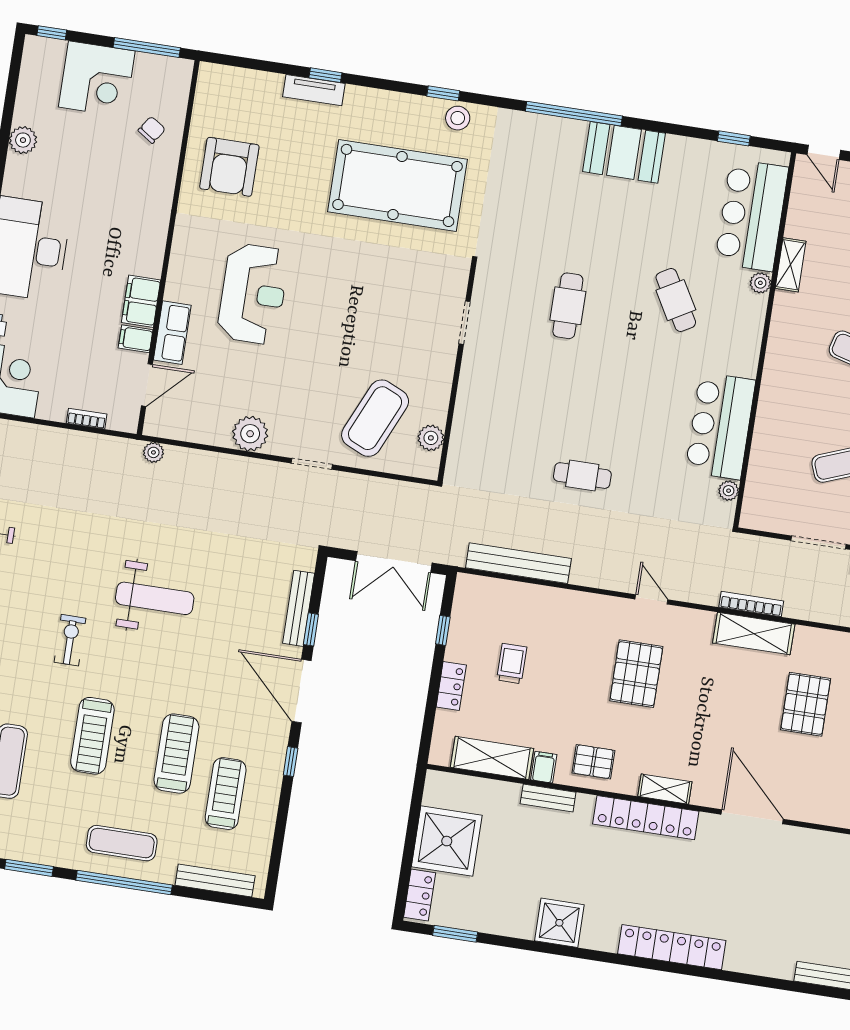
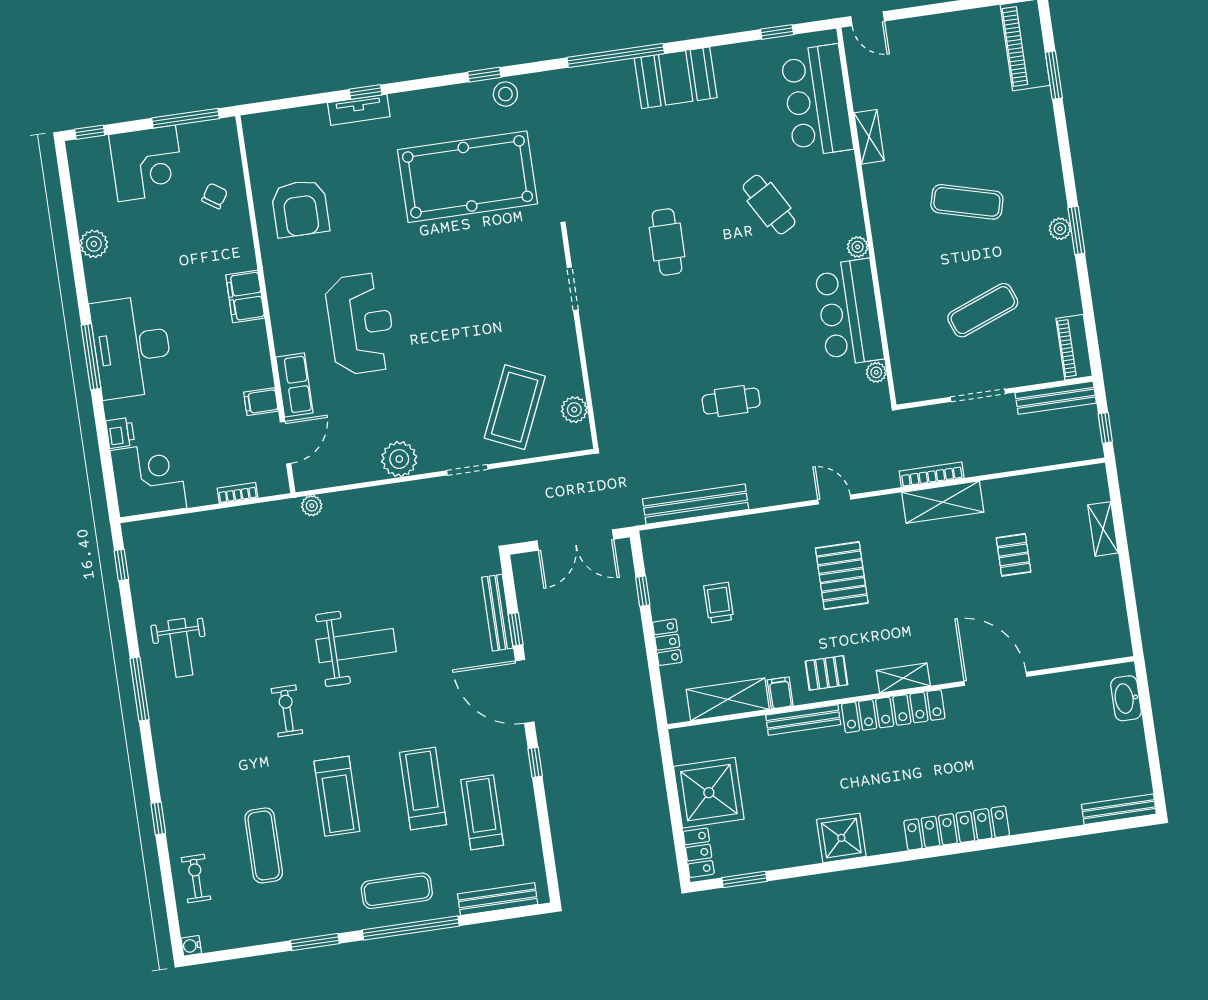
plant: (760, 283) -> (858, 247), moved
filing cabinet: (141, 301) -> (245, 296), moved
pallet: (806, 704) -> (1014, 555), width x0.67, depth x0.71
bench: (548, 798) -> (803, 720), width x1.36

